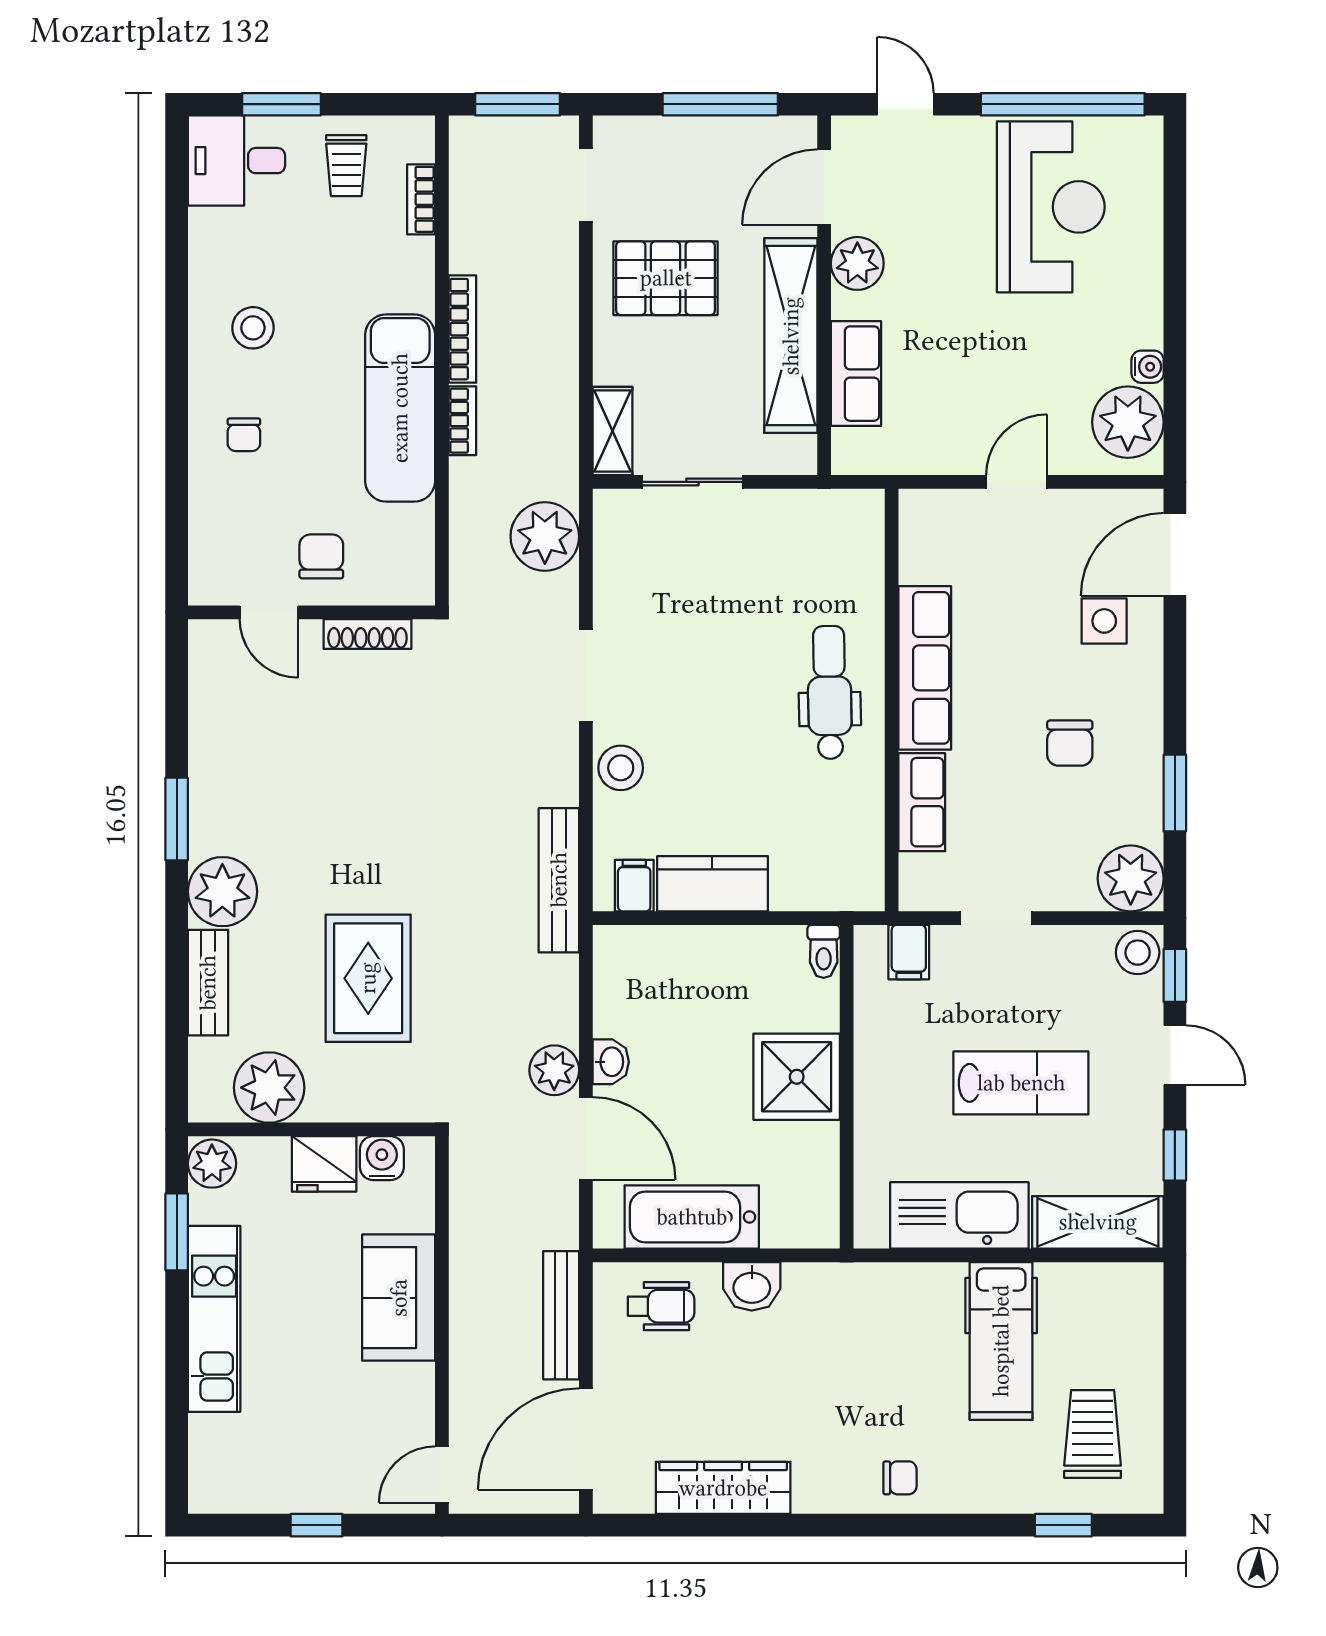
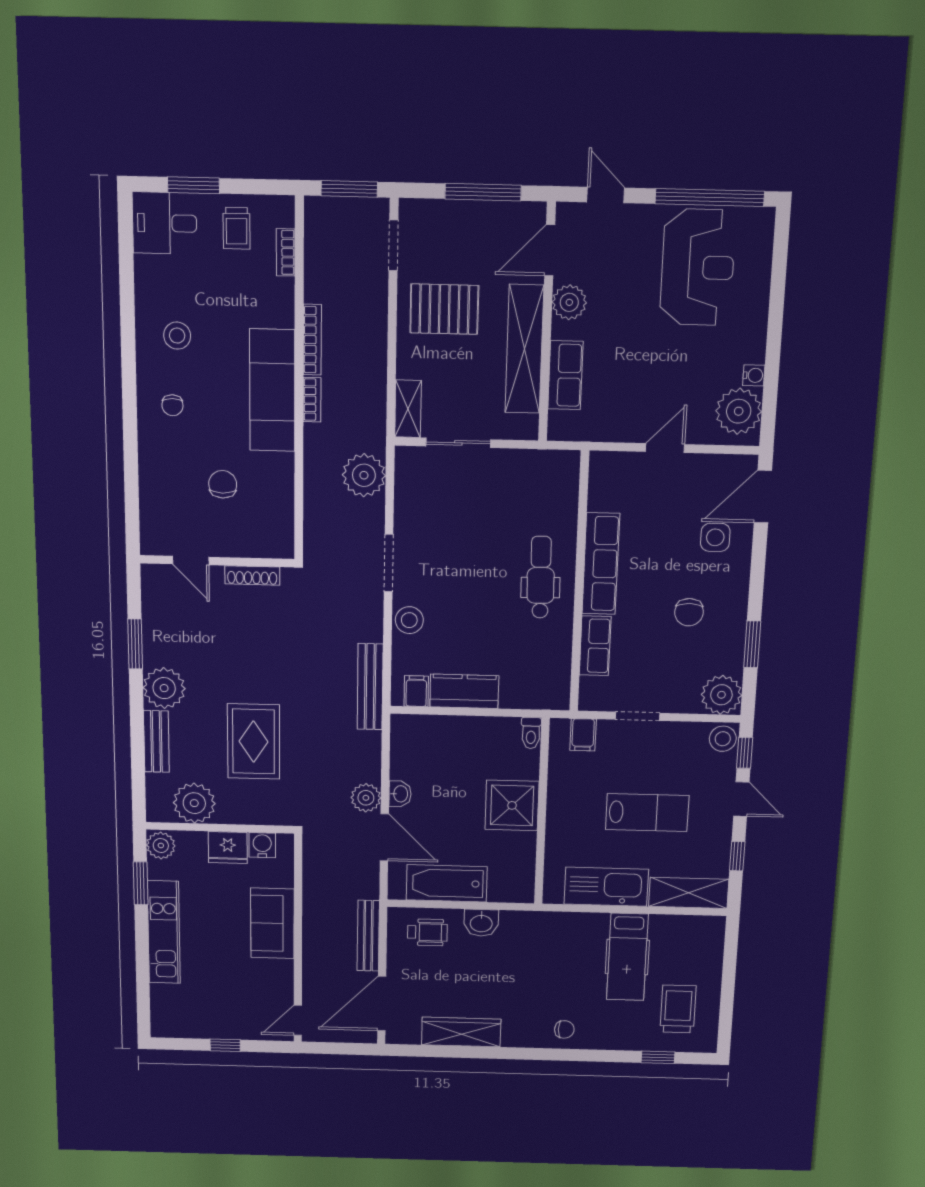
door: (269, 612) -> (191, 561), moved
wall: (312, 612) -> (217, 561), moved
shoe rack: (367, 634) -> (252, 575), moved

